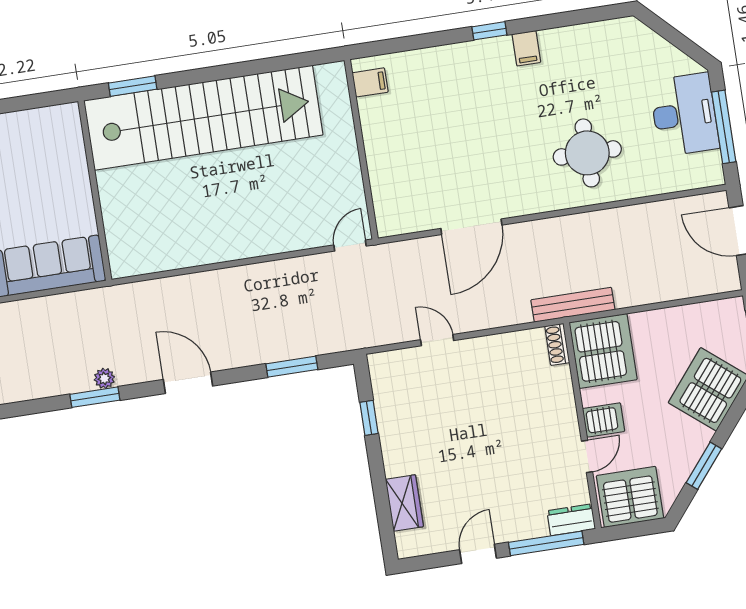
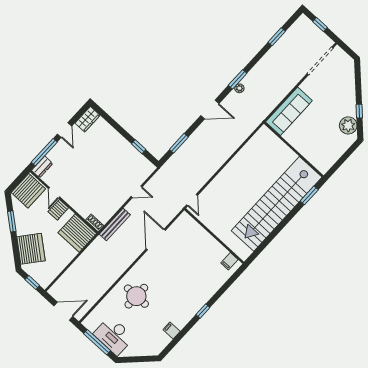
filing cabinet: (526, 48) -> (172, 330), moved
bench: (573, 305) -> (115, 224), moved
wardrobe: (404, 503) -> (88, 119), moved, turned -90

